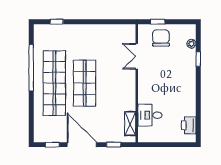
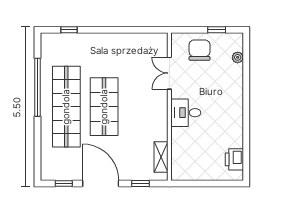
window: (158, 22) -> (217, 30), moved
window: (198, 59) -> (246, 77), removed
desk: (150, 115) -> (186, 113), moved

